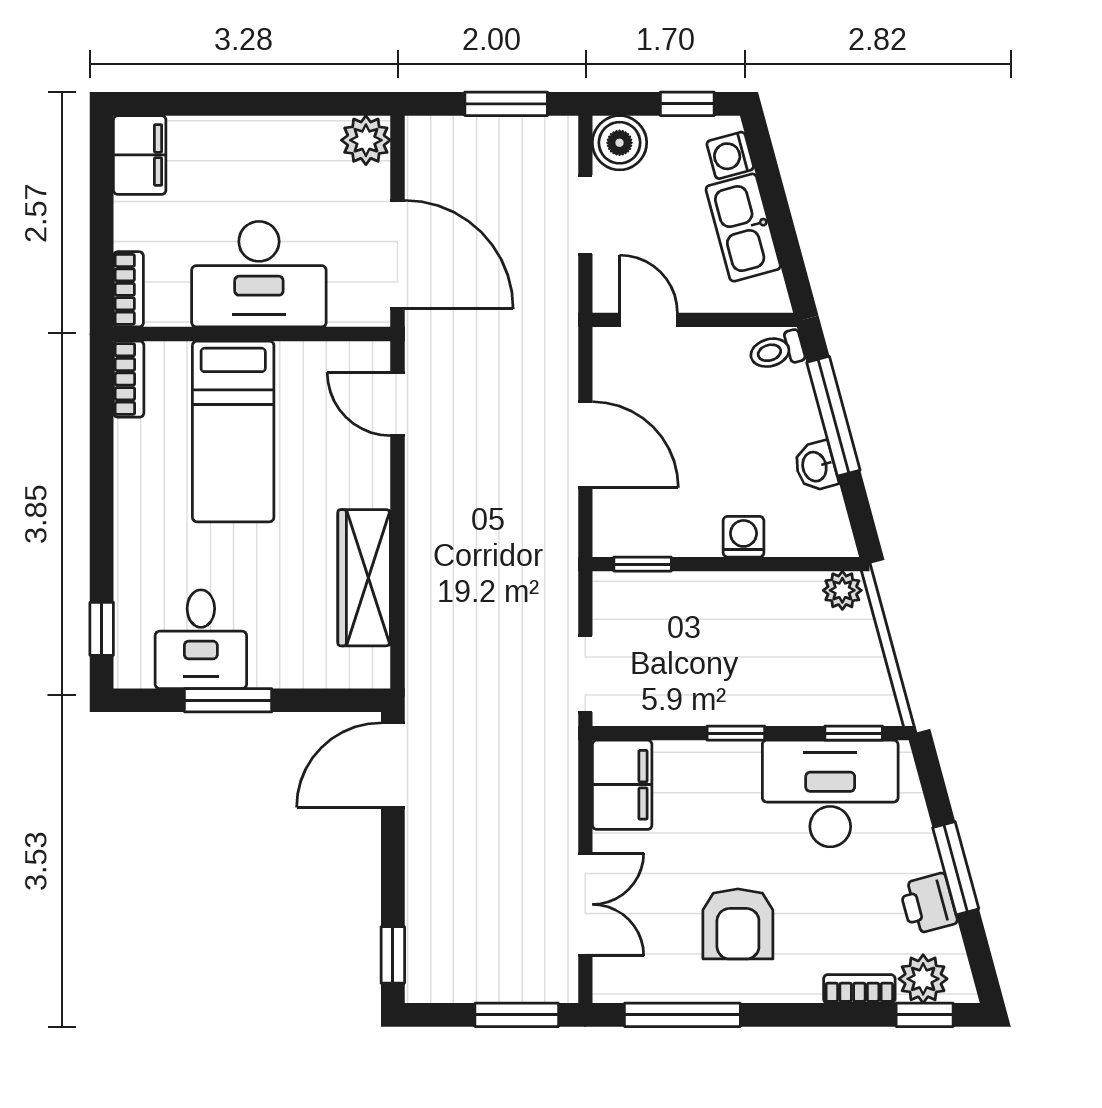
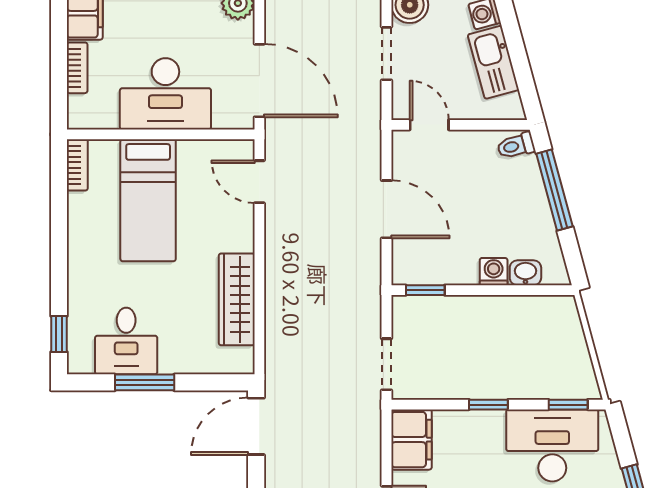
bookcase: (128, 289) -> (77, 68), moved
washbasin: (816, 466) -> (525, 273), moved, turned 105
plant: (842, 590) -> (560, 308), removed

